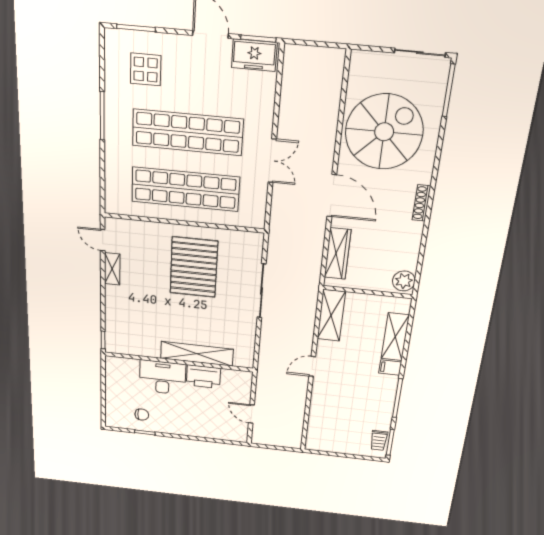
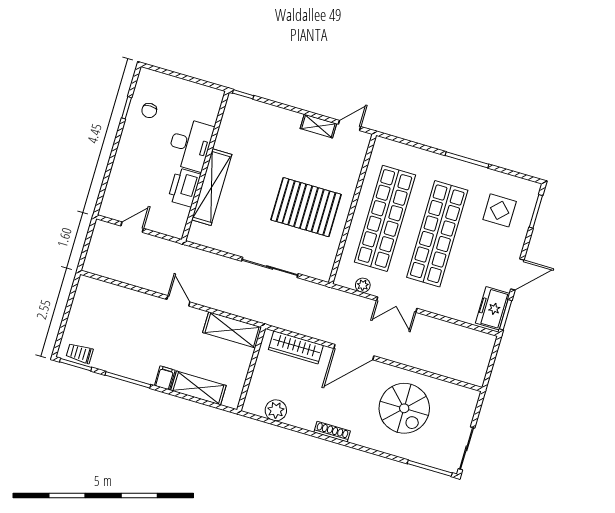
spiral stairs: (384, 132) -> (404, 408), width x0.73, depth x0.73
plant: (259, 199) -> (363, 285), added
plant: (404, 281) -> (276, 410), moved

